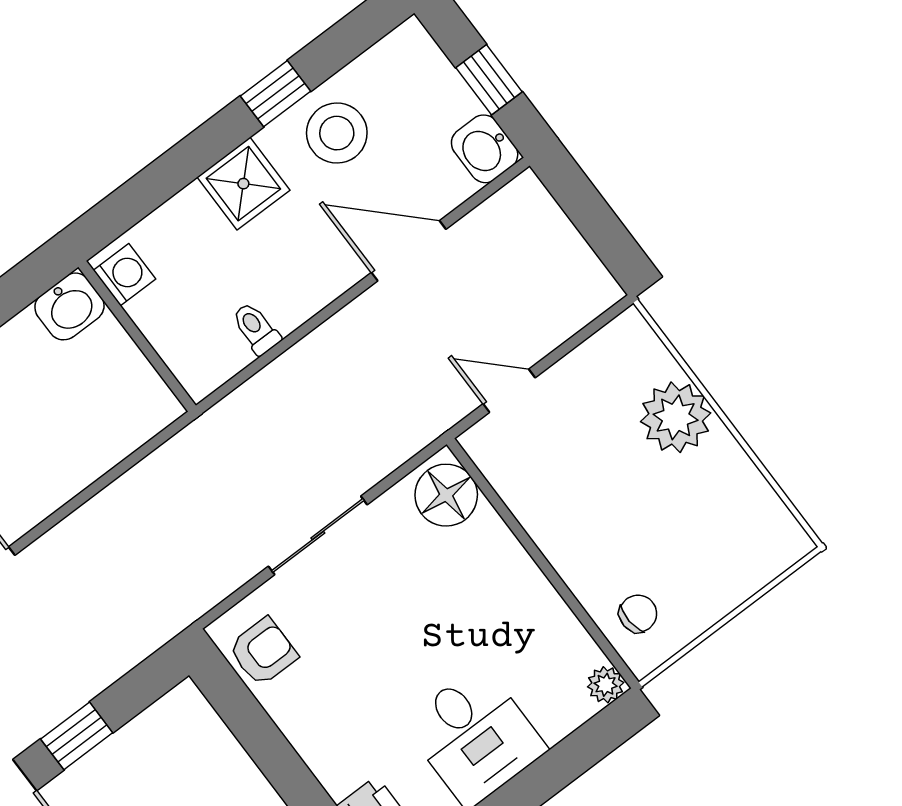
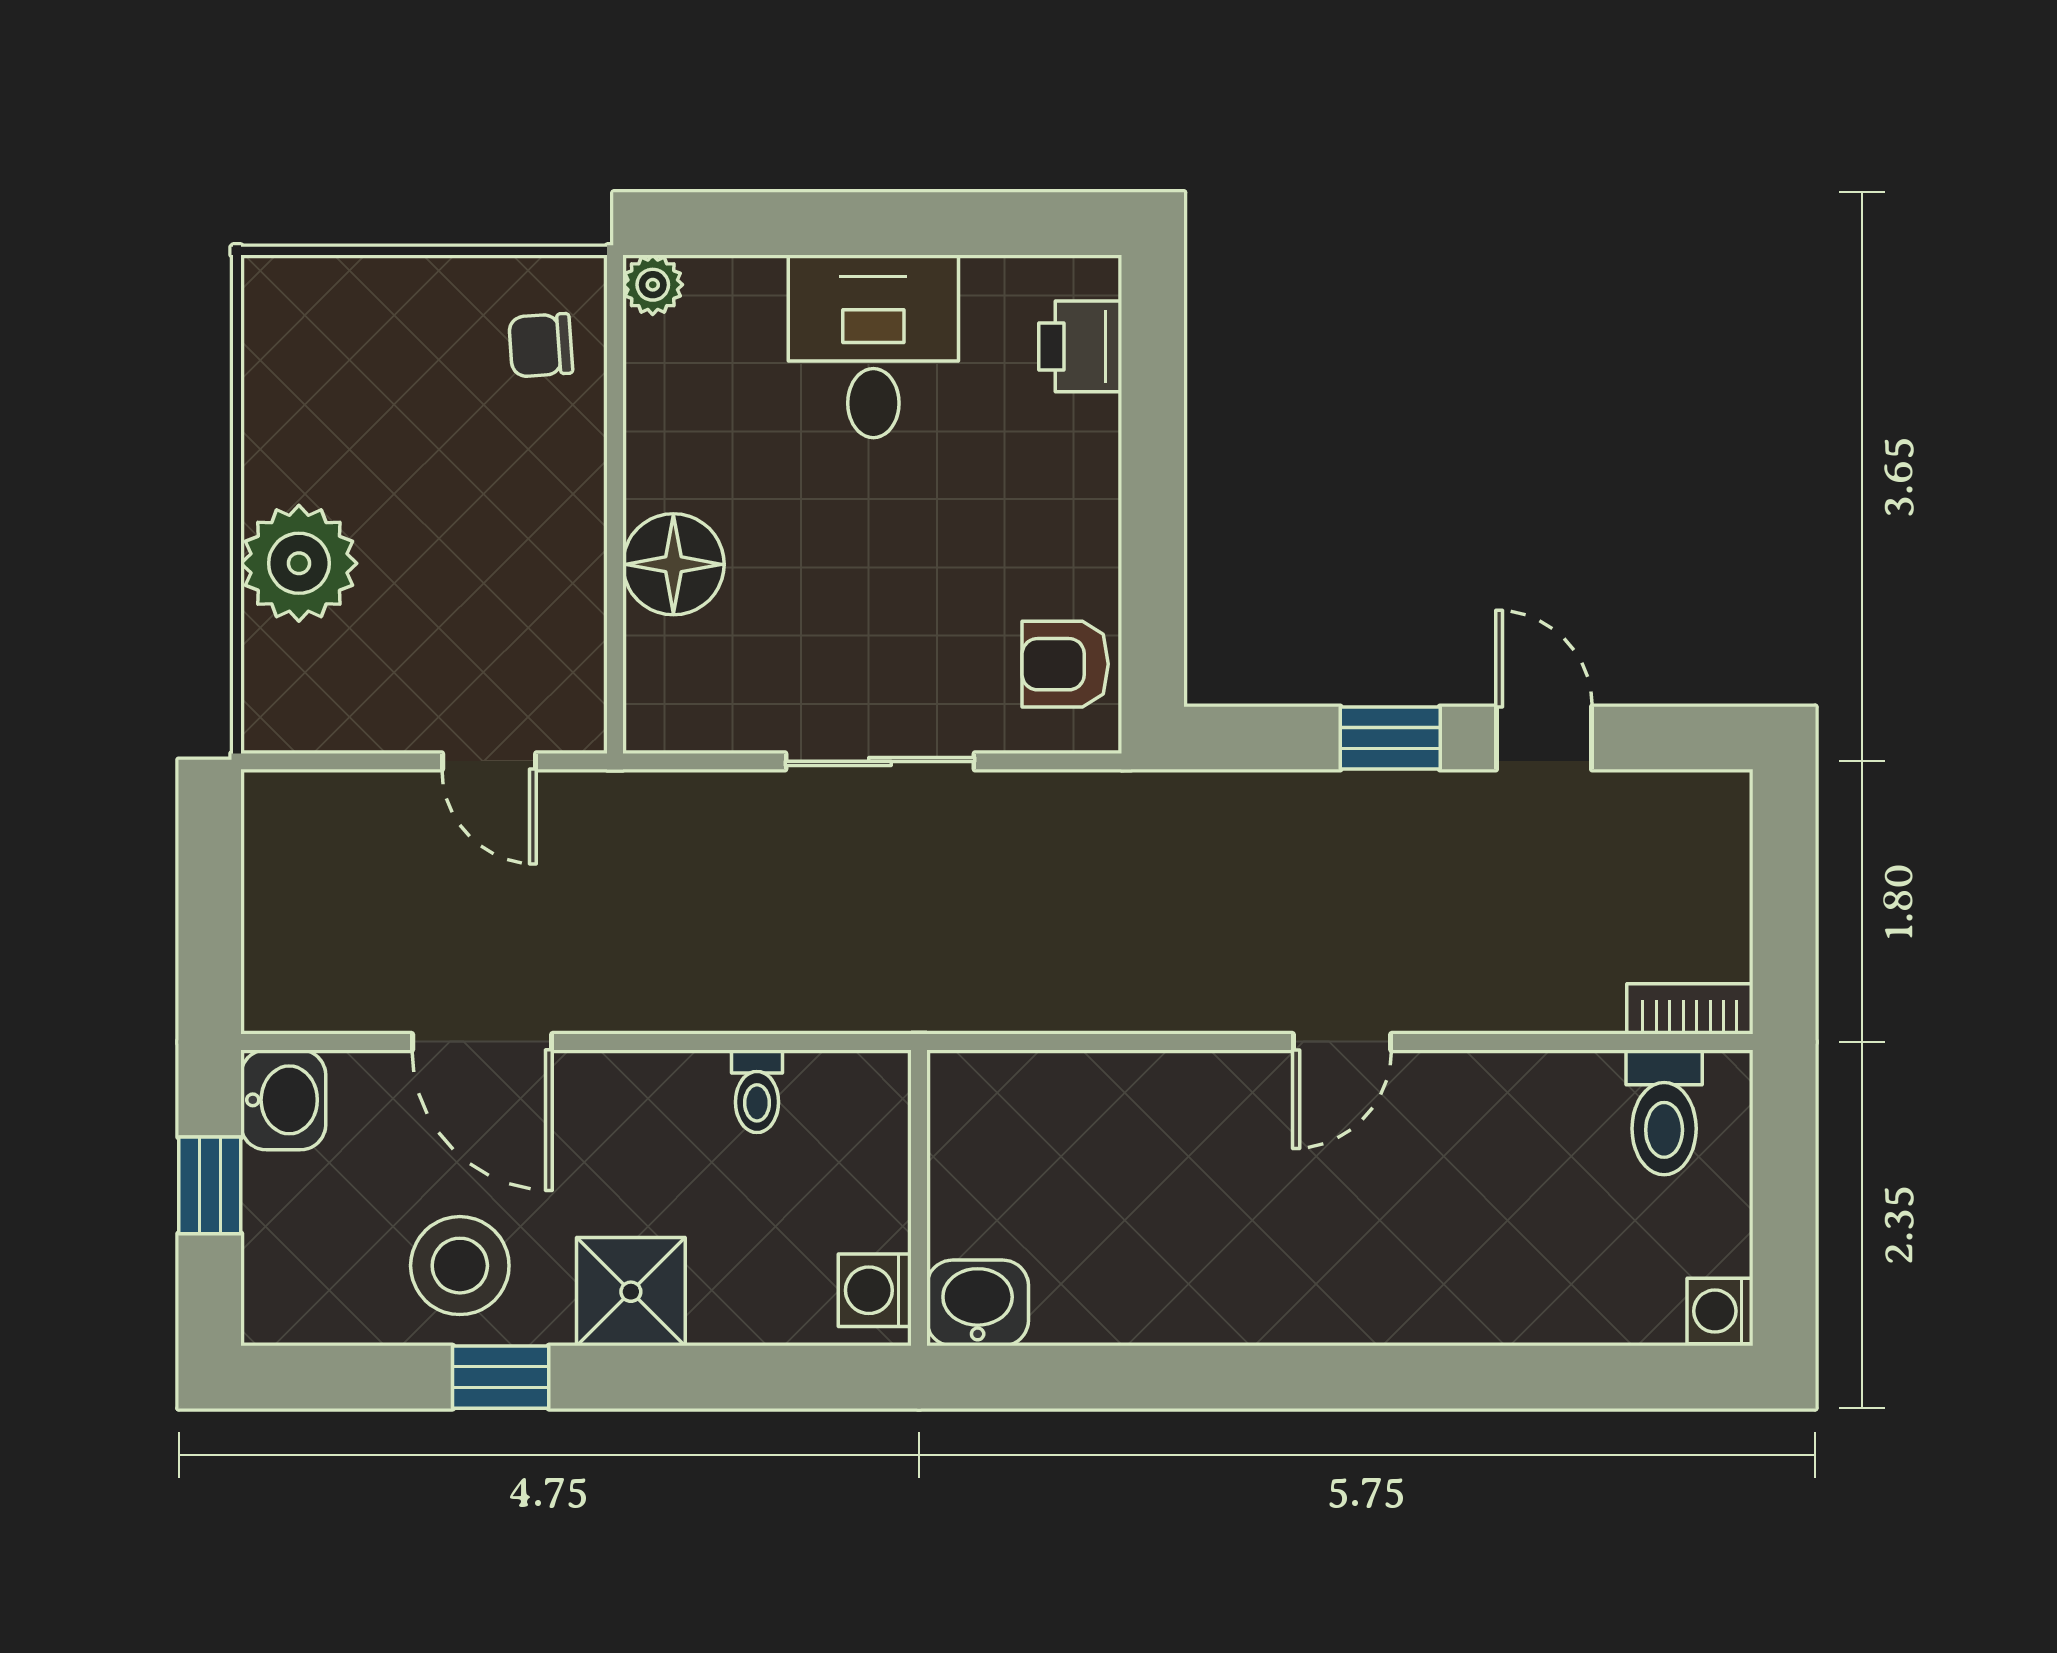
floor lamp: (446, 495) -> (673, 564), moved

